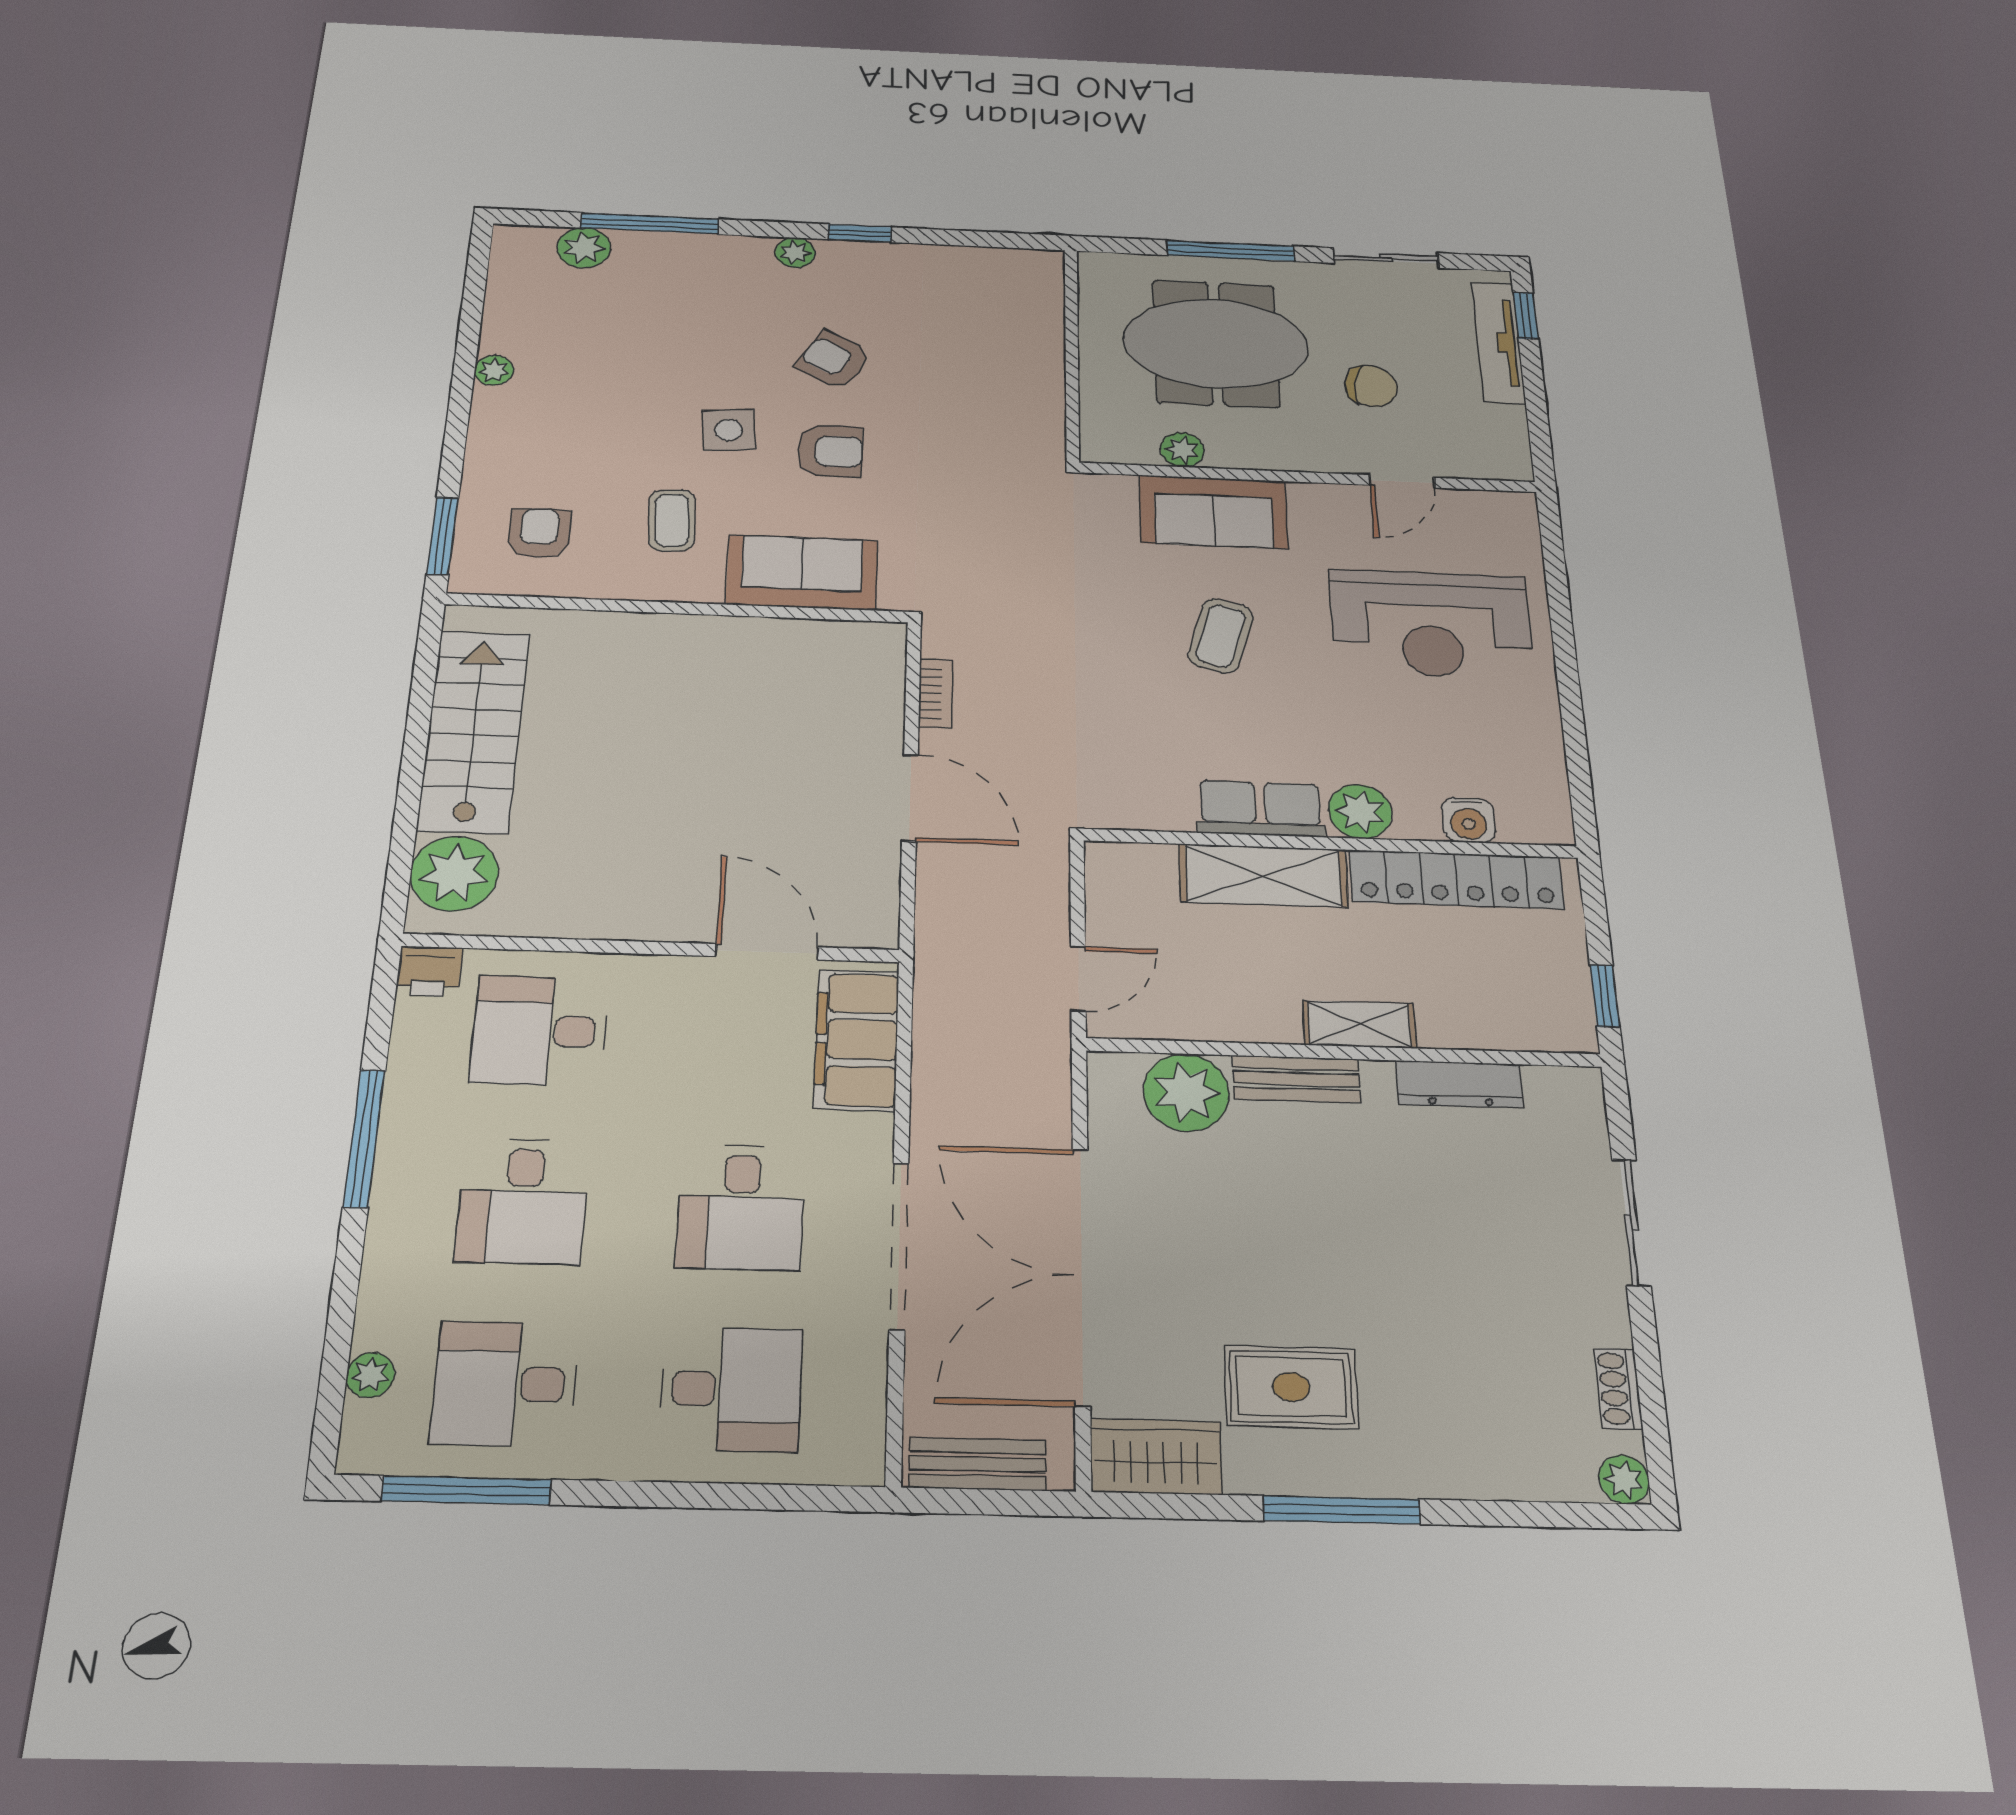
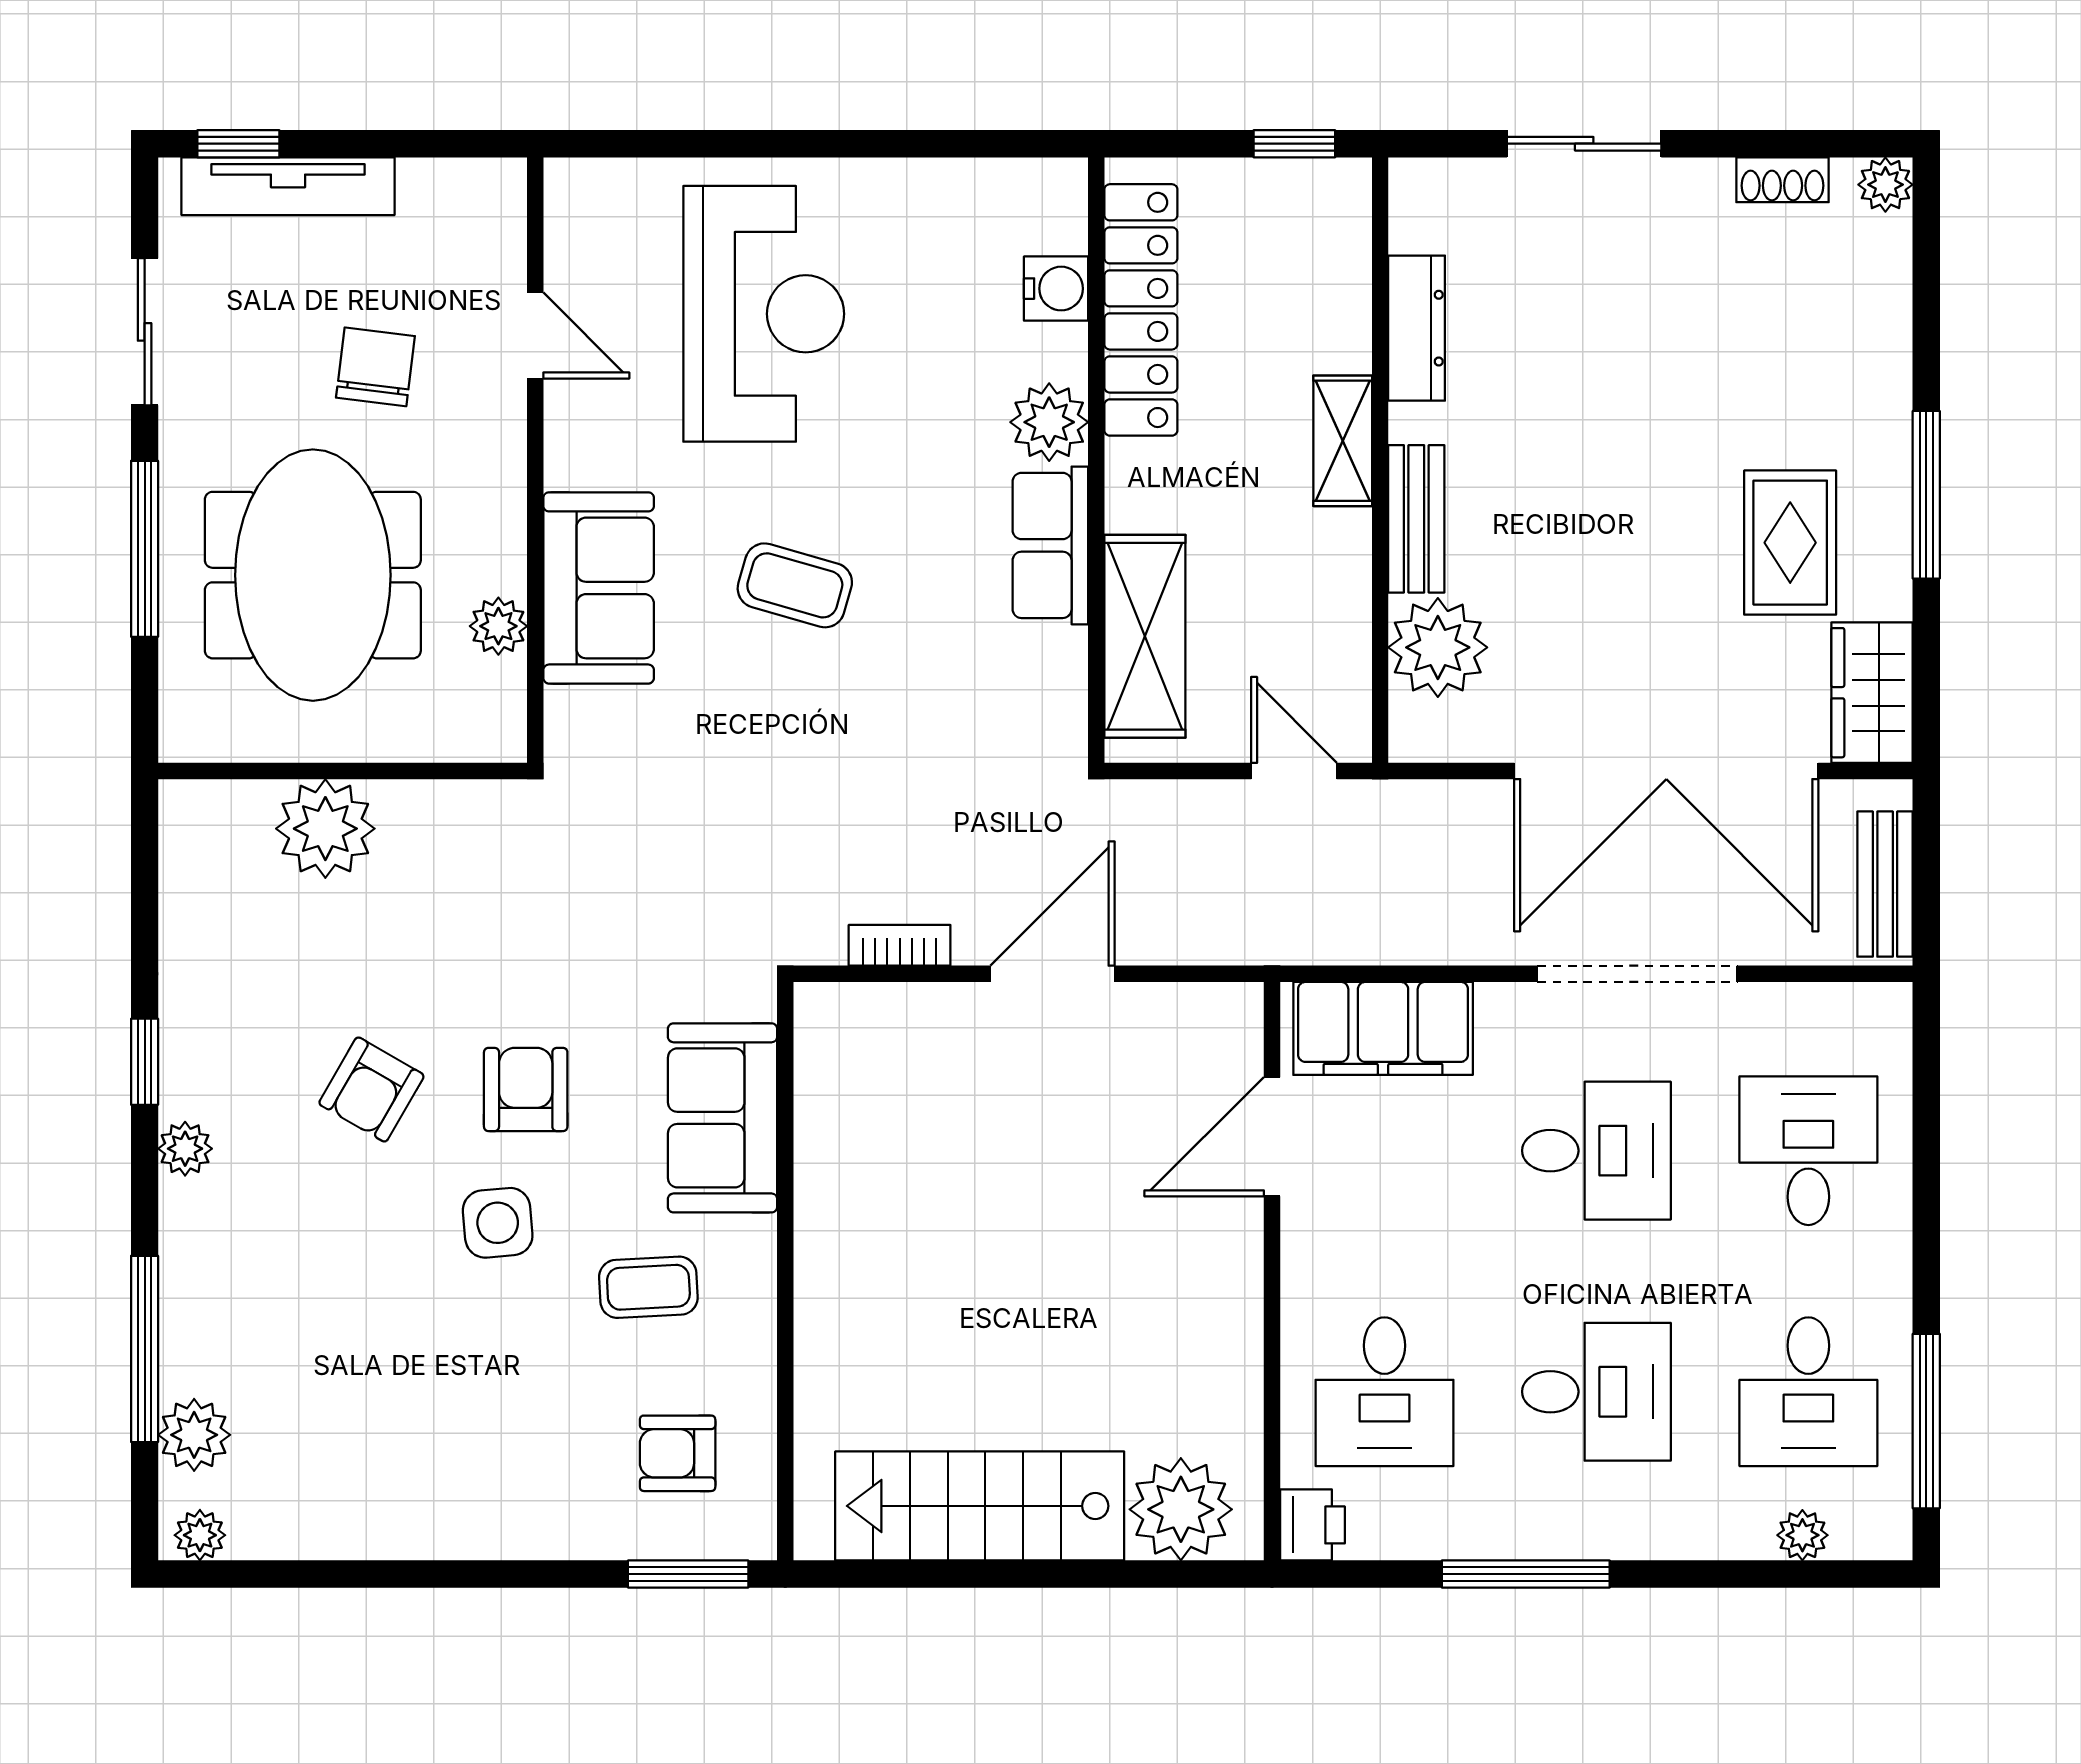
plant: (1029, 342) -> (325, 829), added
plant: (494, 370) -> (200, 1535), moved
shelving: (1263, 876) -> (1145, 636), moved

